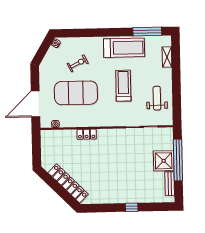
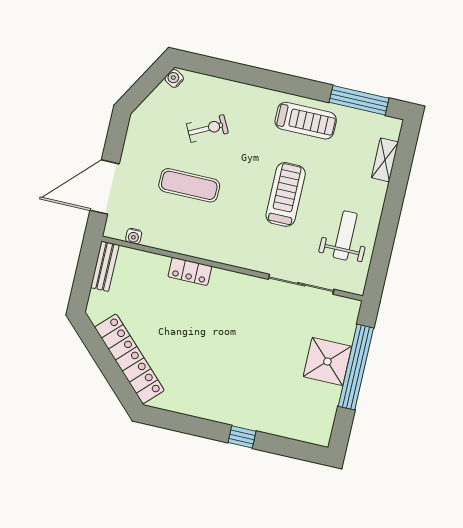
treadmill: (124, 48) -> (306, 121), width x0.73, depth x0.73
exercise mat: (76, 93) -> (189, 185), width x0.50, depth x0.69
bench: (170, 184) -> (105, 266), moved

